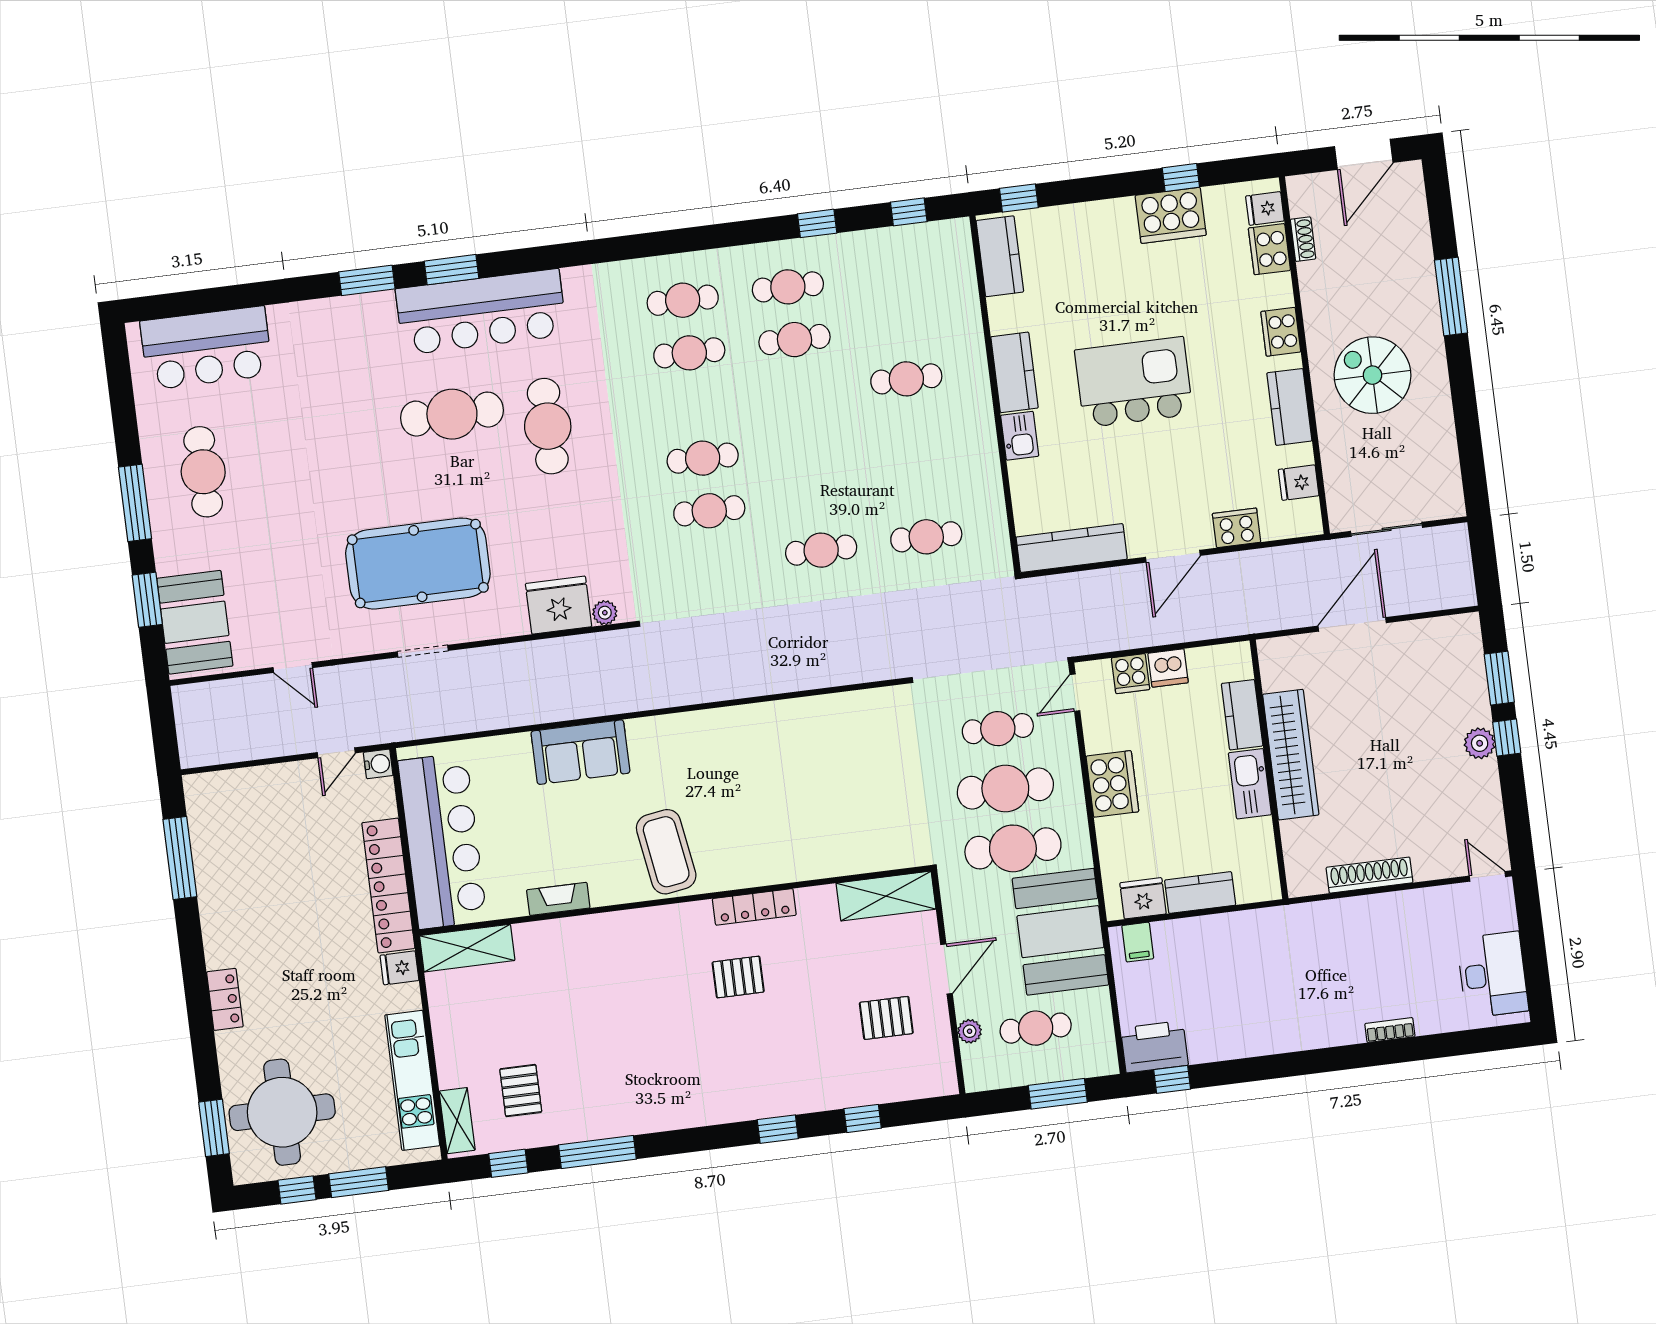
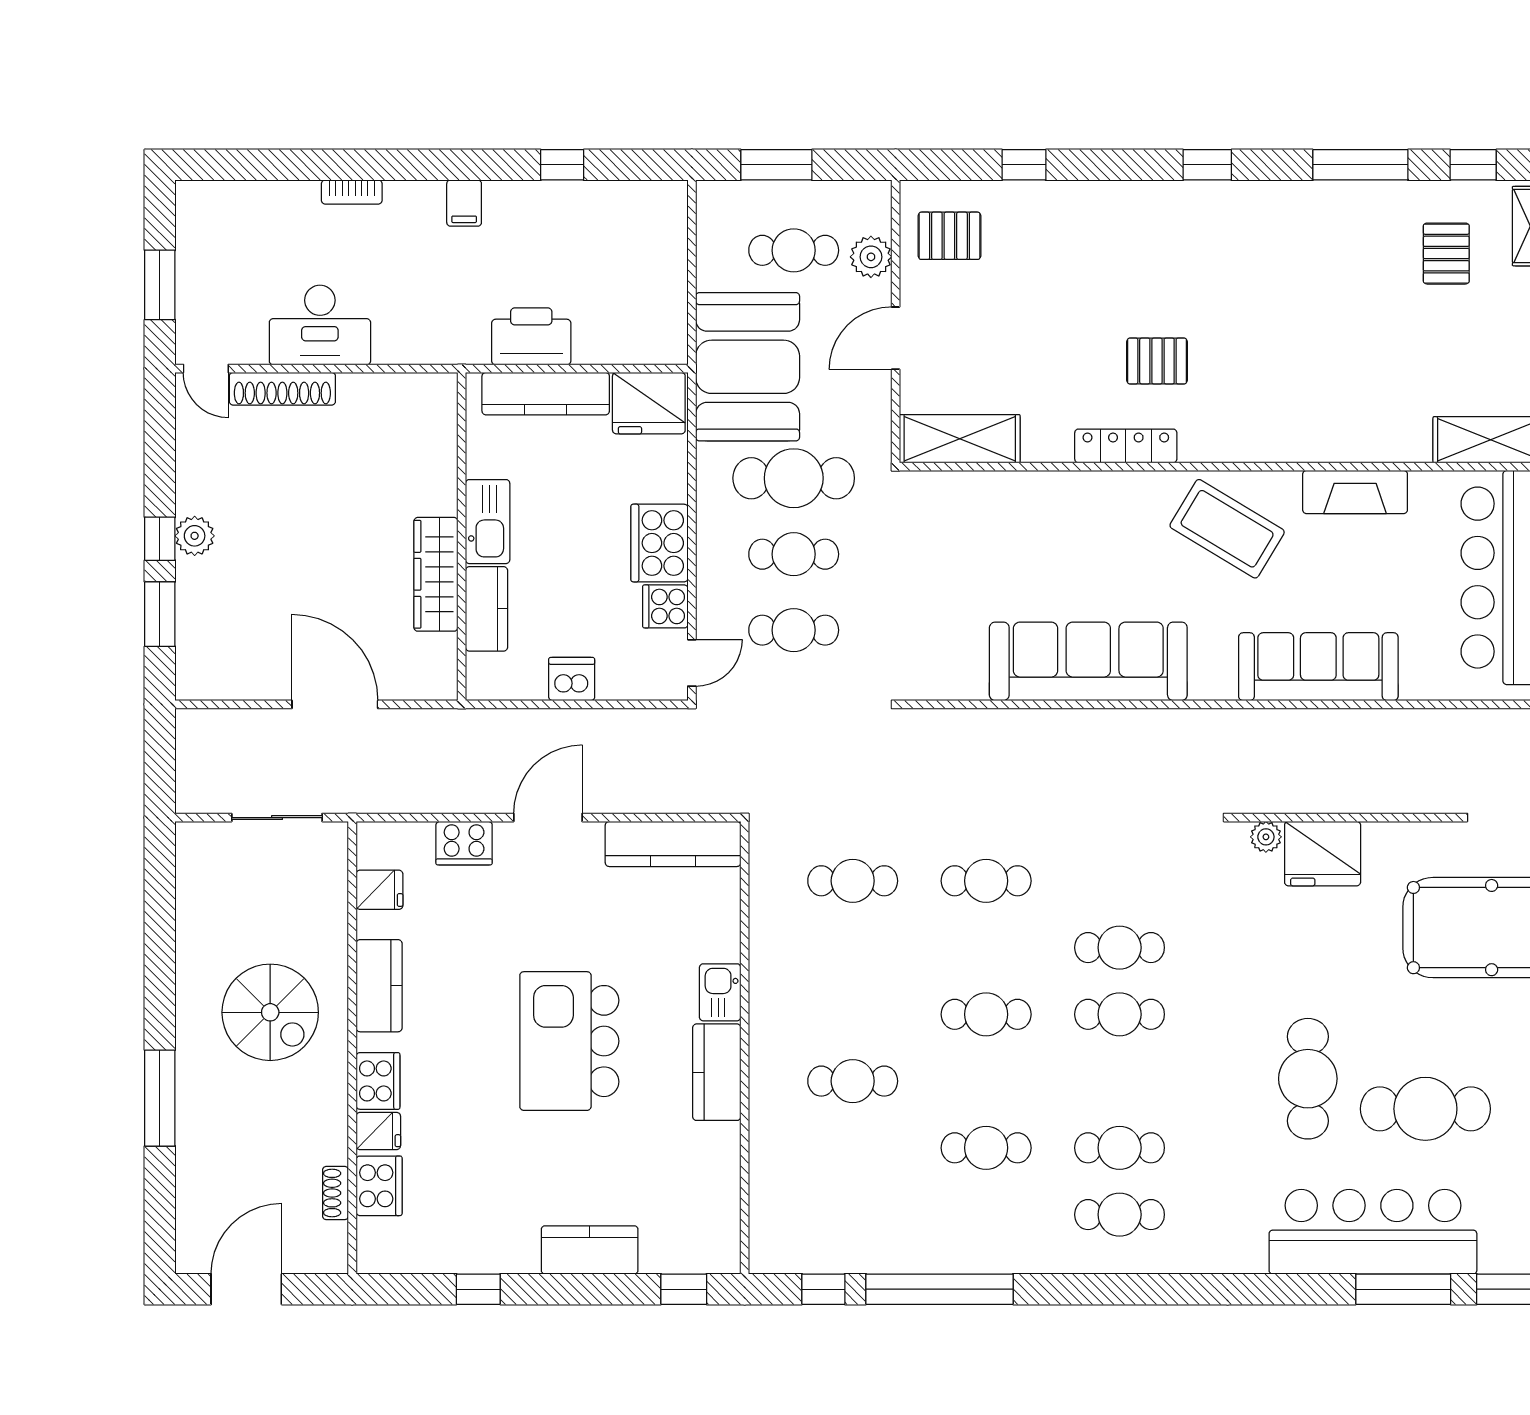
fridge: (1265, 208) -> (378, 1131), moved
cooker: (1171, 215) -> (497, 1244), removed
window: (817, 223) -> (940, 1289), width x3.17
kitchen counter: (1000, 256) -> (590, 1250), moved, turned 90
window: (452, 270) -> (1403, 1289), width x1.44
cafe table: (788, 287) -> (986, 1014), moved
kitchen island: (1134, 382) -> (569, 1041), turned 90
door: (1352, 624) -> (335, 704), swing flipped
cooker: (1131, 674) -> (665, 606), moved, turned -90
sofa: (762, 733) -> (1088, 661), added
sofa: (580, 752) -> (1318, 667), width x1.36
wardrobe: (1291, 755) -> (436, 574), width x0.71, depth x0.85
cafe table: (1005, 789) -> (794, 554), width x0.73, depth x0.74
coffee table: (666, 852) -> (1227, 529), turned -50
shoe rack: (1369, 875) -> (282, 389), moved
kitchen counter: (1200, 893) -> (546, 394), width x1.50
fridge: (1143, 898) -> (649, 403), width x1.36, depth x1.34
fireplace: (558, 899) -> (1355, 492), width x1.37, depth x1.32
window: (1532, 938) -> (160, 285), added
filing cabinet: (1138, 942) -> (464, 203), moved, turned 180
desk: (1493, 975) -> (320, 325), moved, turned -90
pallet: (886, 1018) -> (949, 236), moved
plant: (970, 1031) -> (871, 257), width x1.38, depth x1.38
printer: (1154, 1047) -> (531, 336), moved, turned 180
window: (1172, 1079) -> (562, 165), moved
window: (778, 1129) -> (1207, 165), moved

